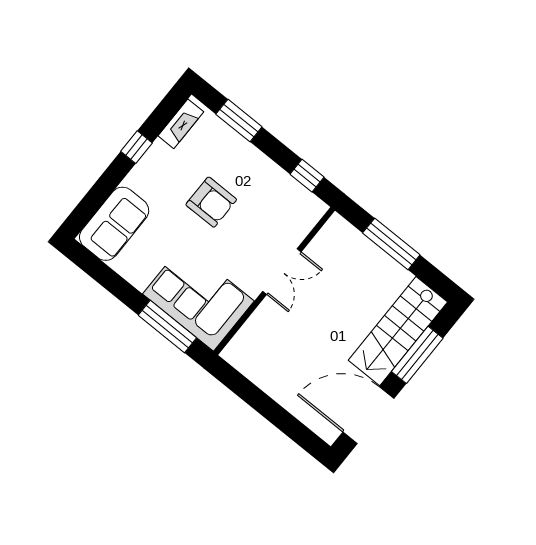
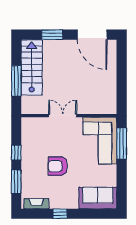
window: (307, 176) -> (16, 153), moved
armchair: (211, 202) -> (58, 166), turned -90
stairs: (398, 331) -> (32, 67), moved, turned -90
window: (417, 355) -> (52, 35), width x0.69

